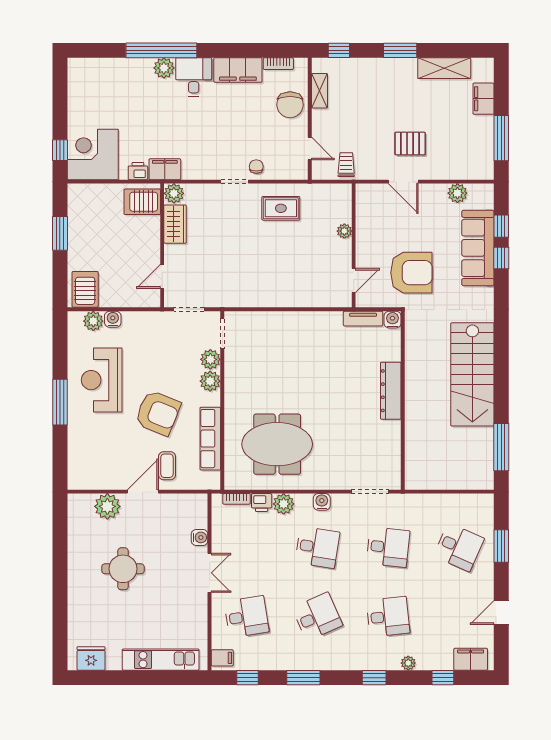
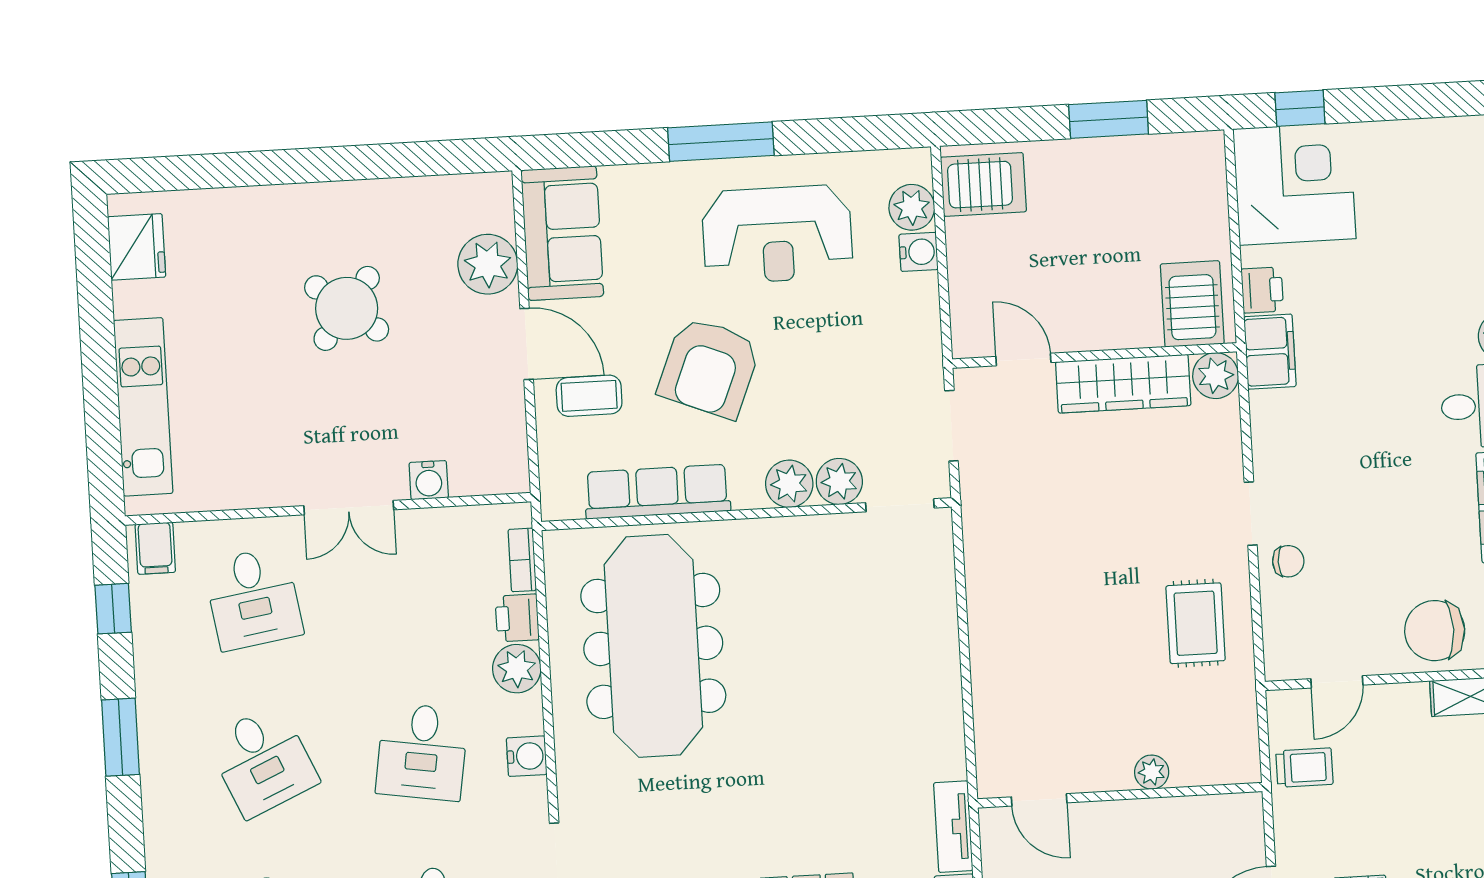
wardrobe: (175, 224) -> (1123, 384), width x1.50
reception desk: (102, 380) -> (777, 234), turned 180
meeting table: (277, 444) -> (653, 646), width x1.36
sofa: (96, 473) -> (562, 233), added
round table: (123, 569) -> (347, 308), turned 38

